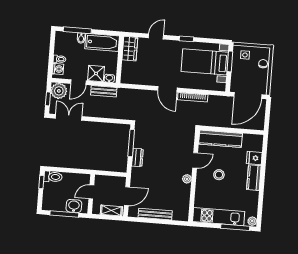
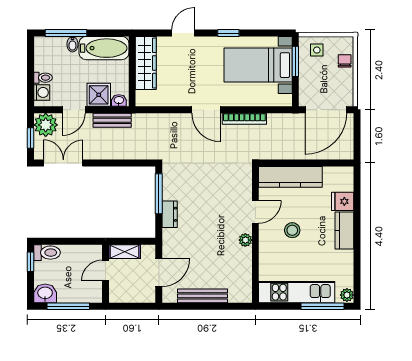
wardrobe: (130, 49) -> (146, 63), width x1.50
washbasin: (74, 206) -> (45, 293), moved
shelving: (111, 211) -> (125, 252), moved

